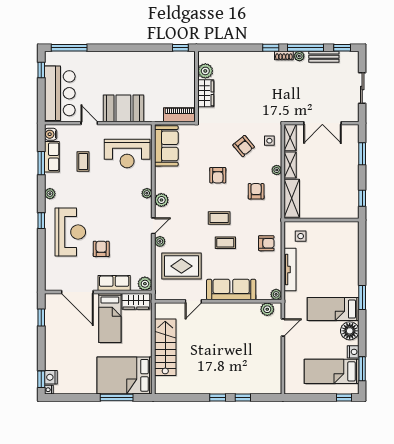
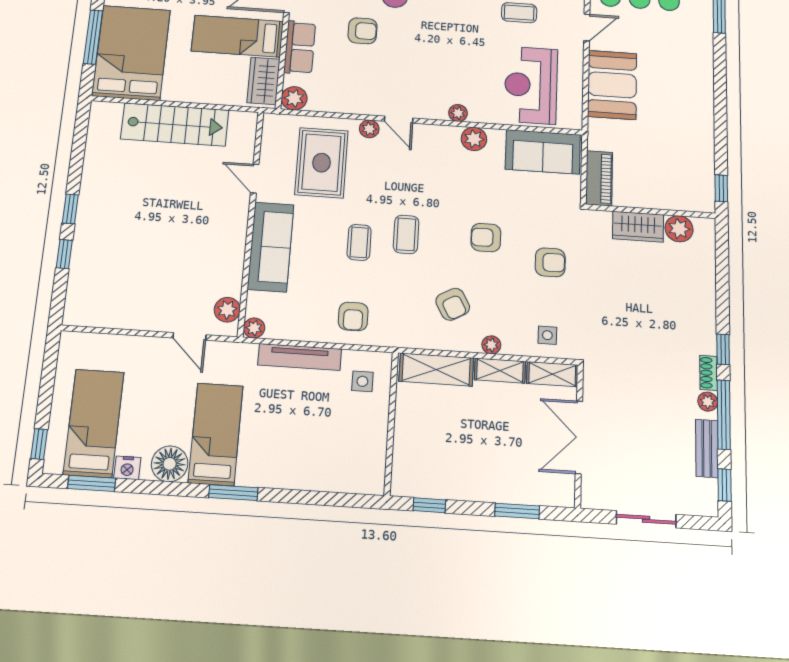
armchair: (244, 146) -> (550, 262), moved, turned -140
armchair: (256, 191) -> (453, 304), turned 61
plant: (161, 200) -> (474, 139), moved

